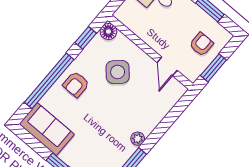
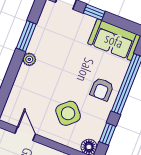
armchair: (76, 84) -> (102, 89), turned 180

